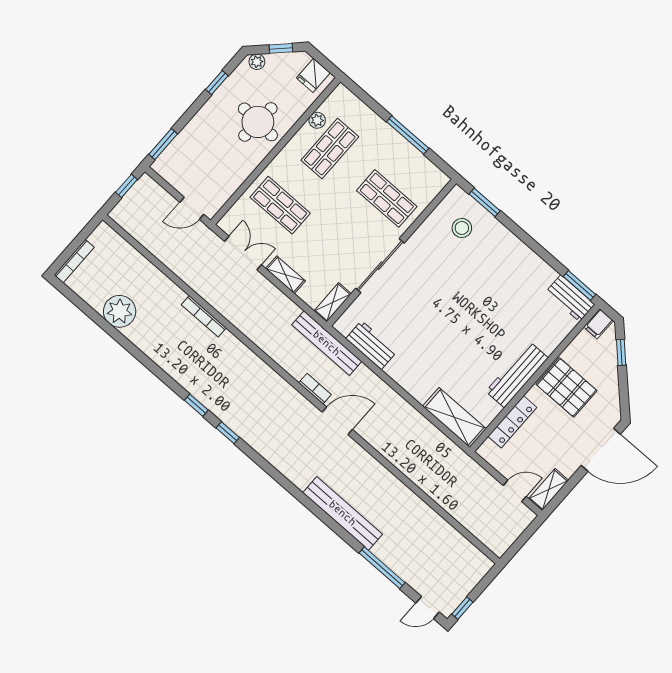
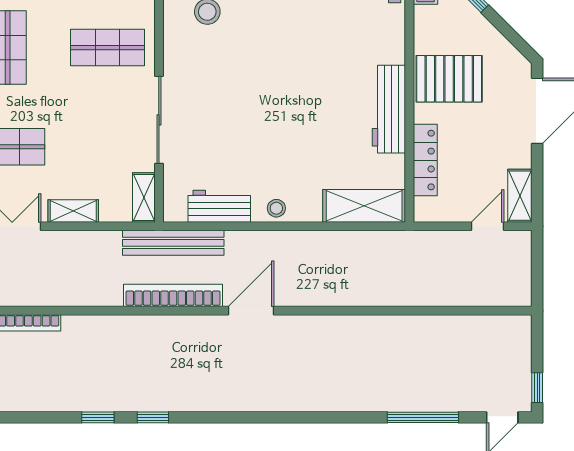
stool: (403, 375) -> (276, 208), added
bookcase: (315, 389) -> (173, 295), width x2.31, depth x1.31
bench: (343, 513) -> (337, 398), removed

